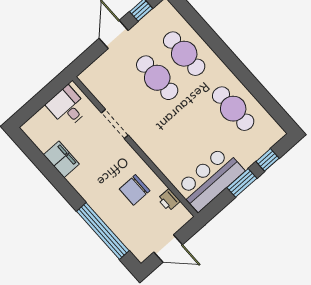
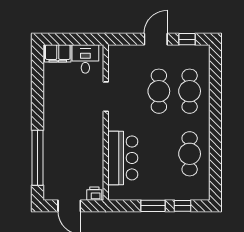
filing cabinet: (61, 159) -> (58, 53), moved, turned 90
bar counter: (210, 179) -> (123, 158), moved, turned 90
chair: (135, 190) -> (81, 150), removed
printer: (169, 200) -> (94, 194), moved, turned 90

